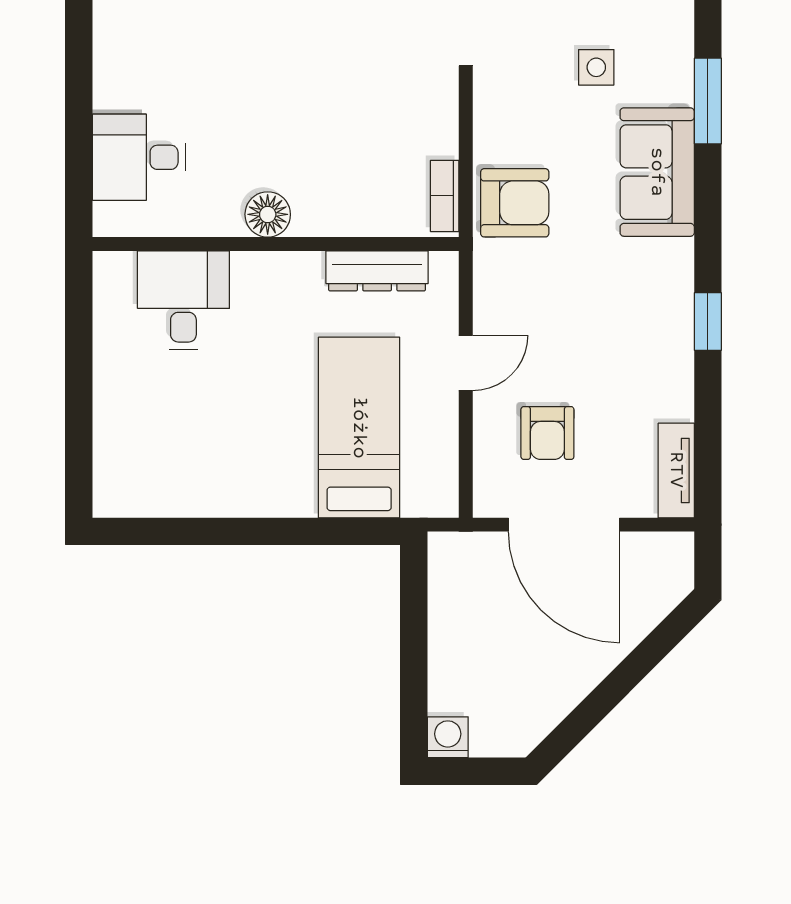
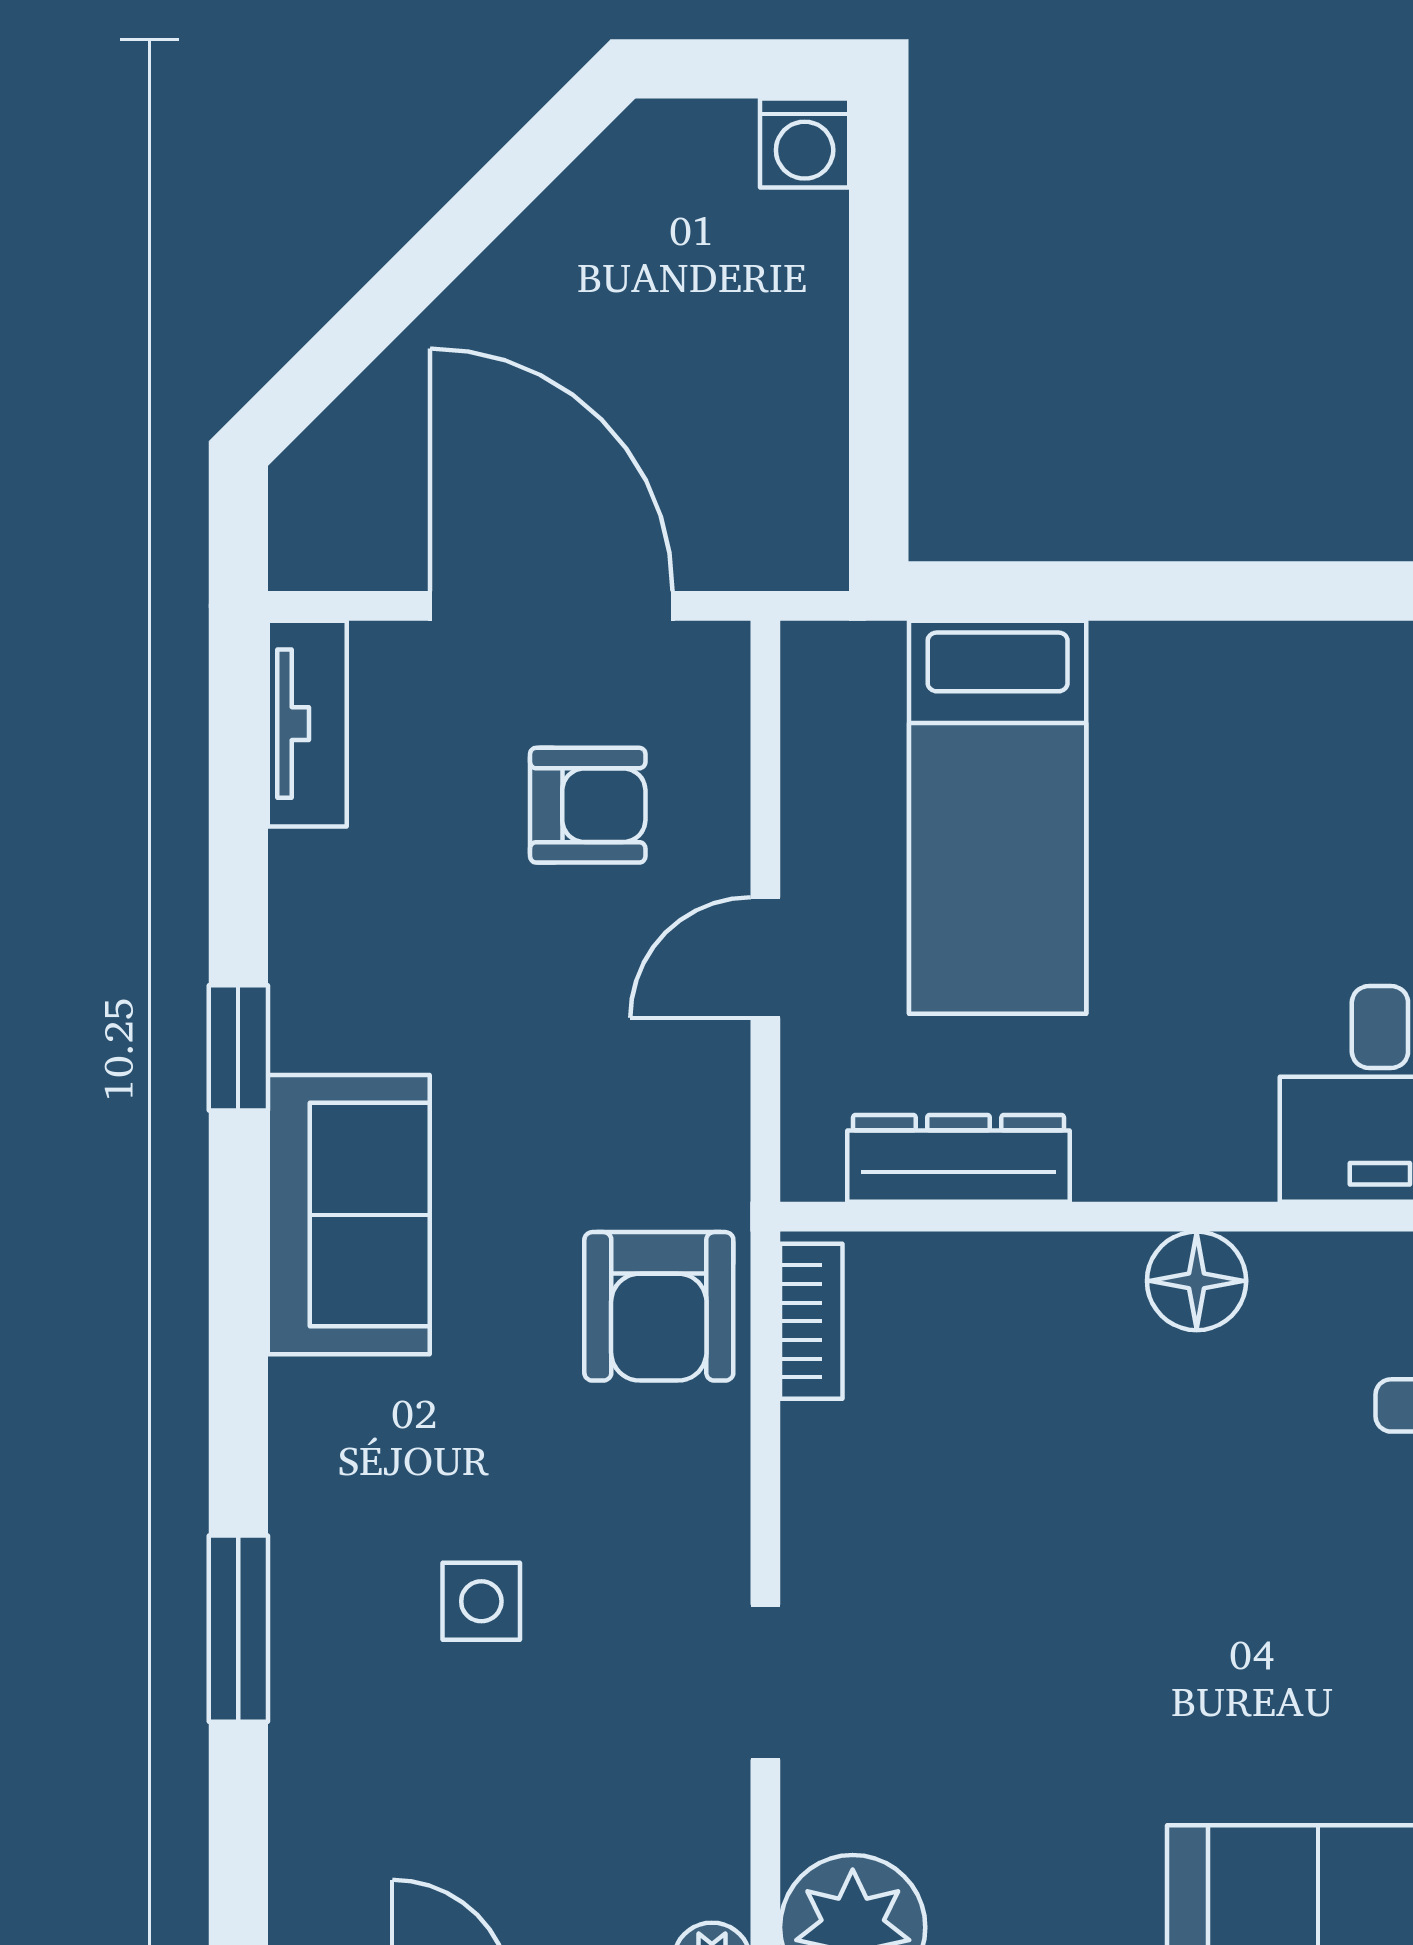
window: (708, 101) -> (238, 1629), moved
sofa: (657, 172) -> (349, 1215), moved
armchair: (515, 203) -> (659, 1306), turned -90
armchair: (547, 433) -> (588, 805), turned 90

